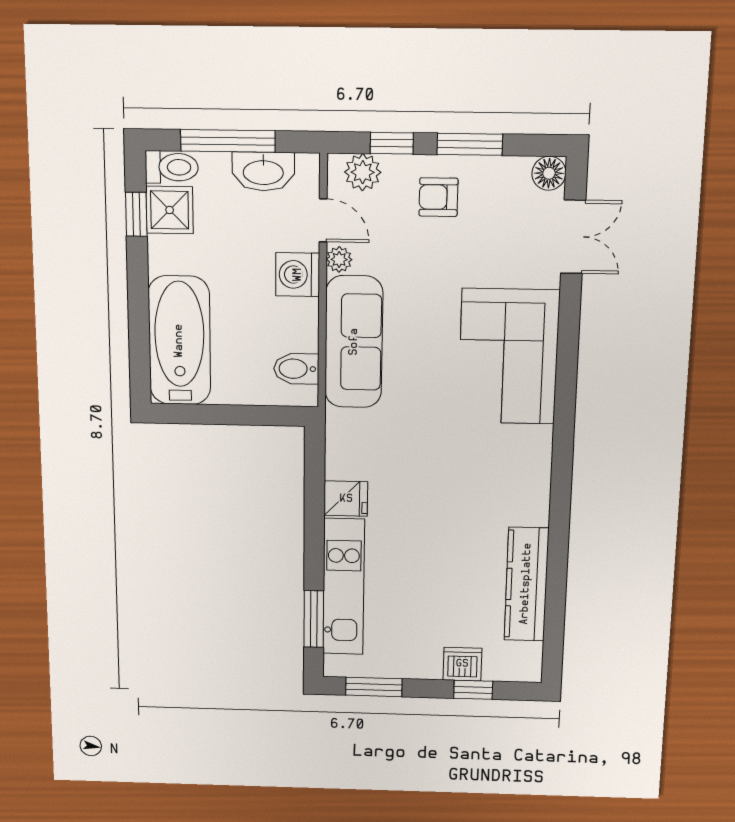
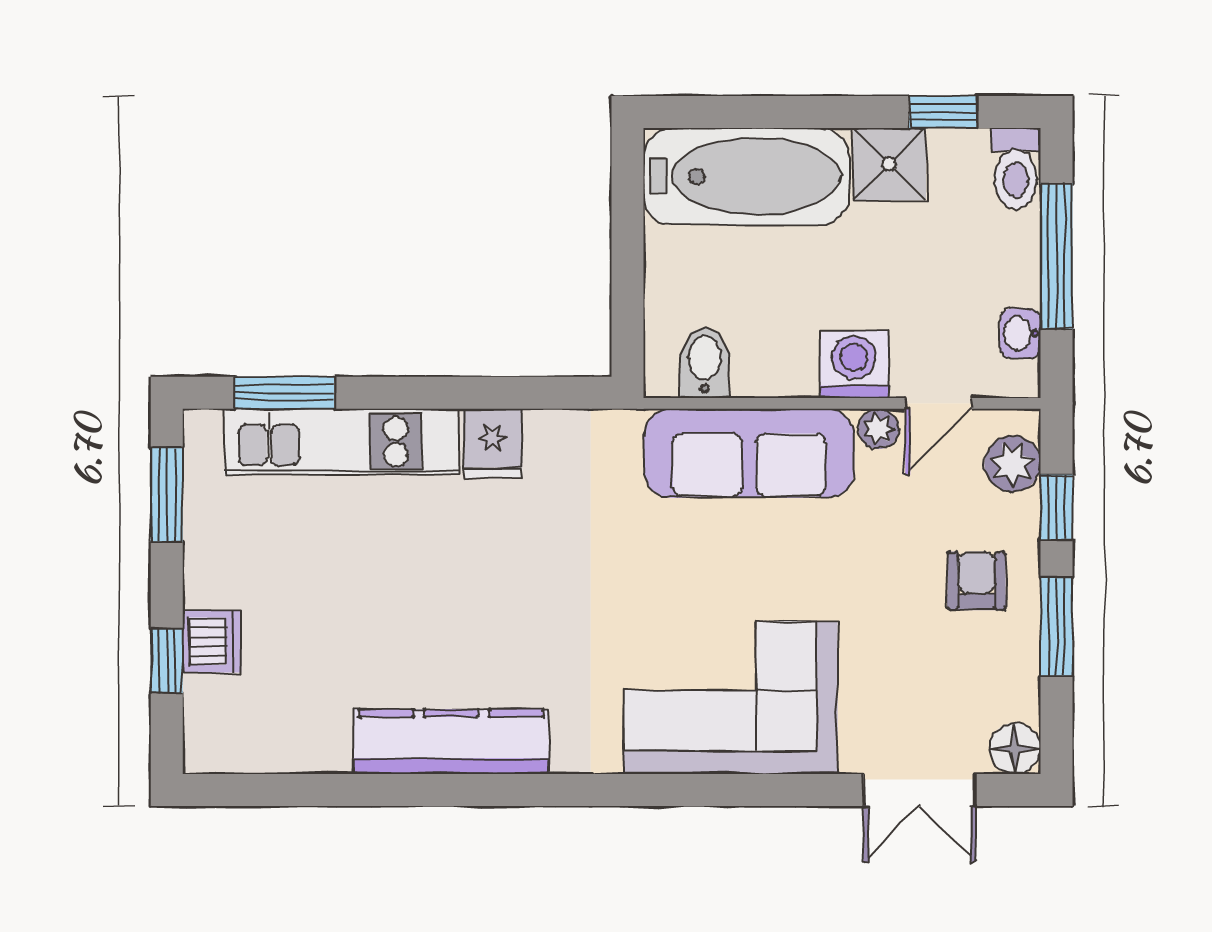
washbasin: (263, 172) -> (1020, 333), width x0.52, depth x0.69
shower: (170, 210) -> (889, 164), moved
kitchen counter: (526, 584) -> (451, 742), moved

